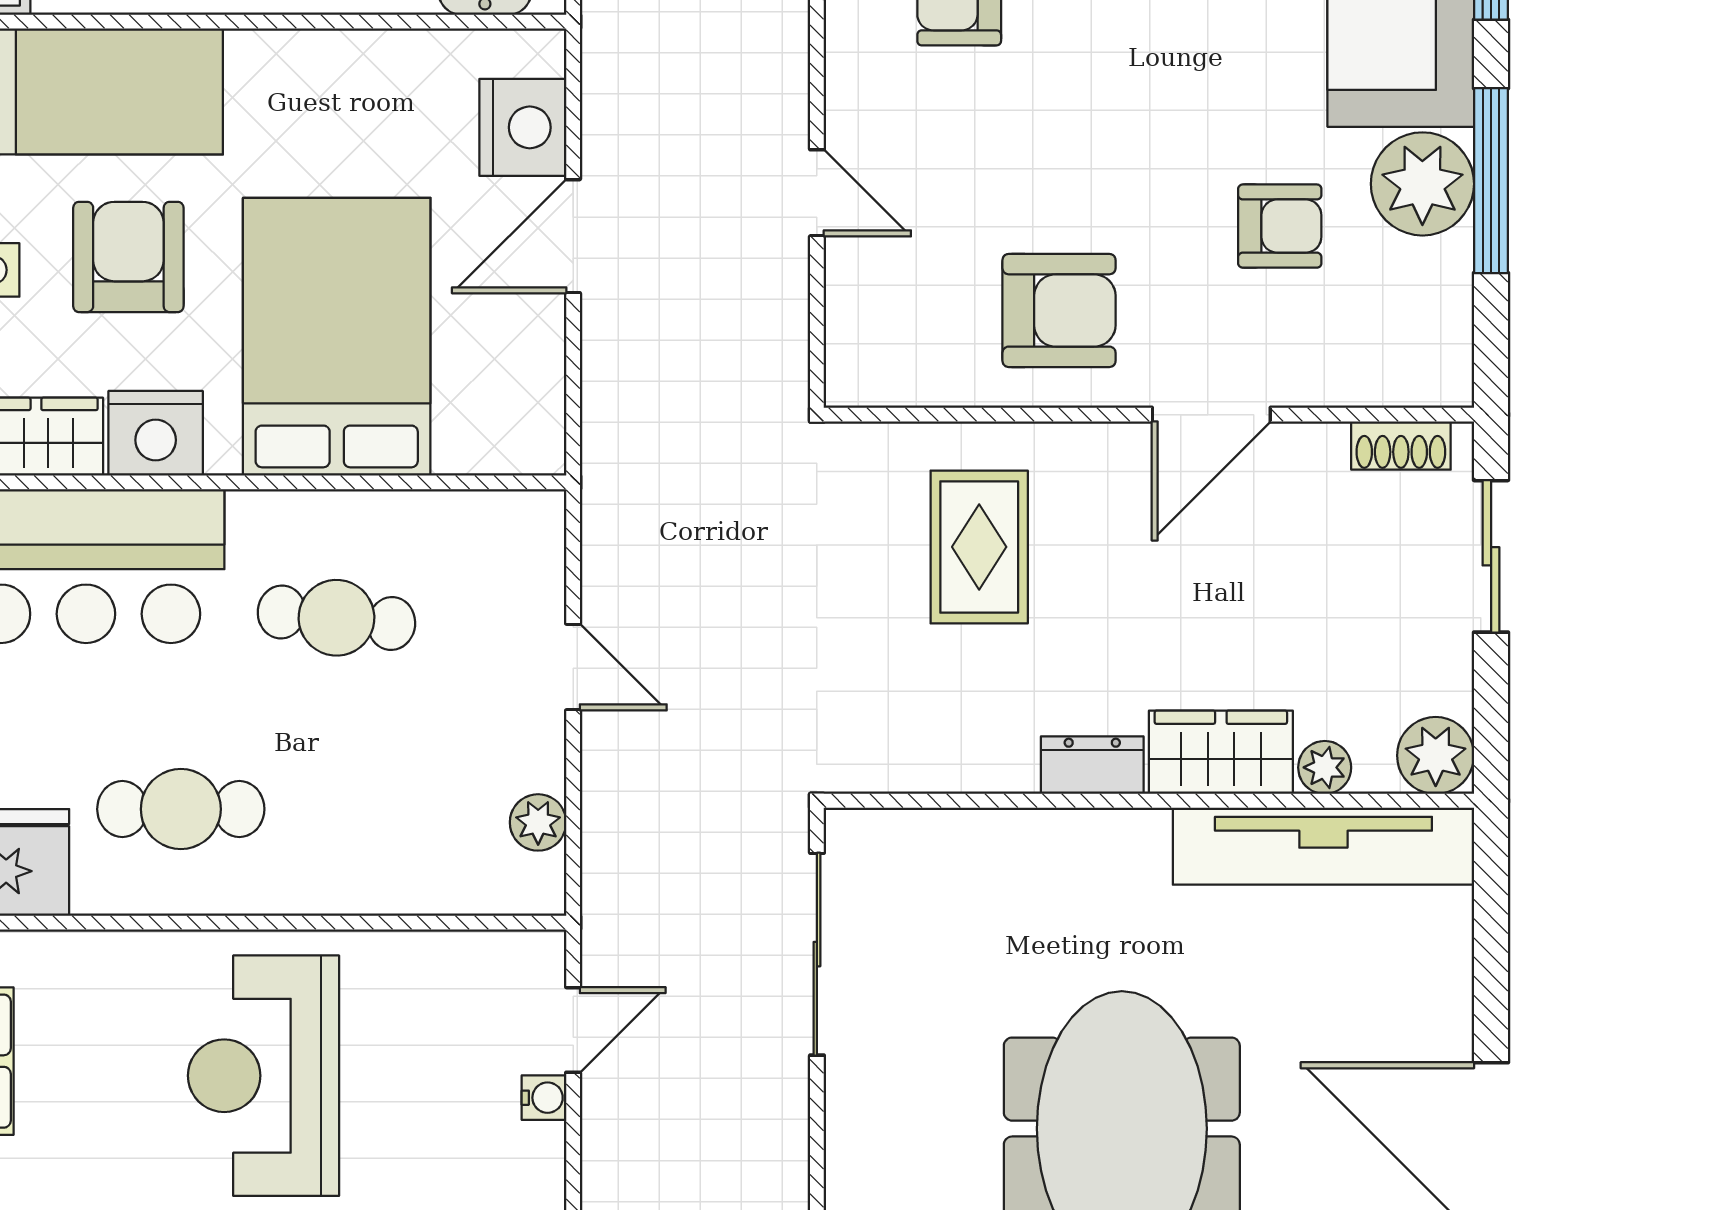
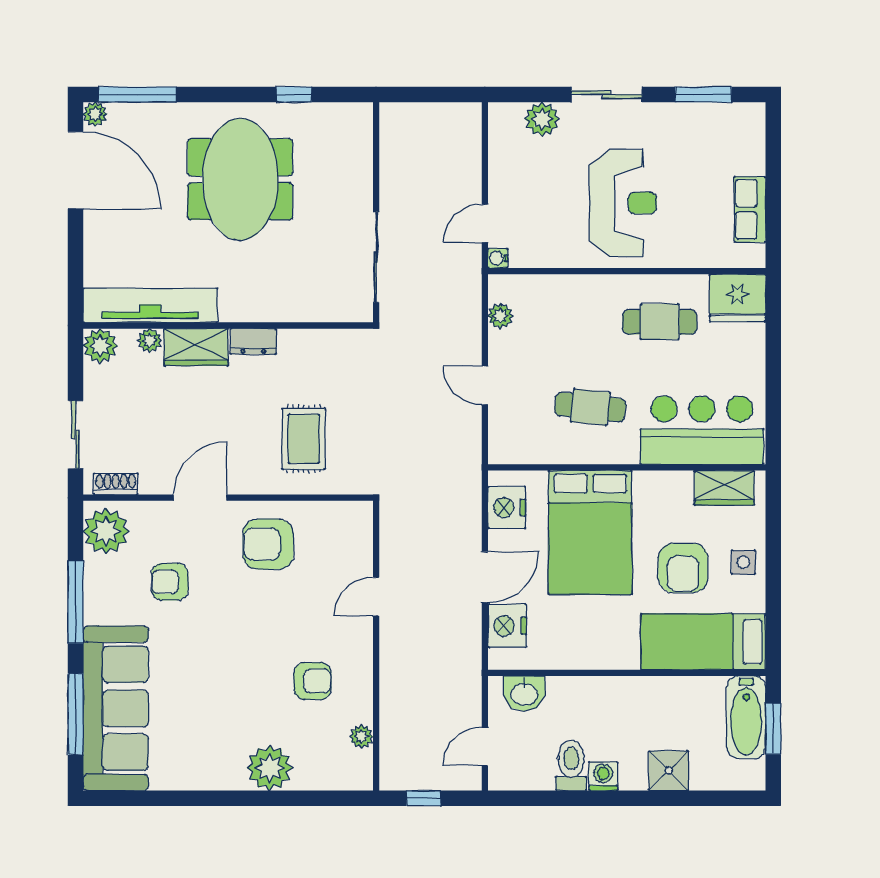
plant: (1422, 184) -> (106, 531), moved
door: (817, 193) -> (376, 597), hinge flipped
nightstand: (156, 433) -> (507, 507), moved, turned -90
water cooler: (544, 1098) -> (498, 258), moved

